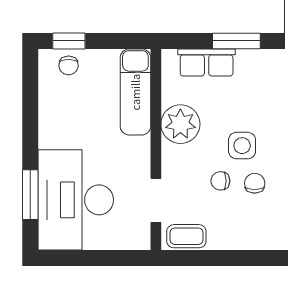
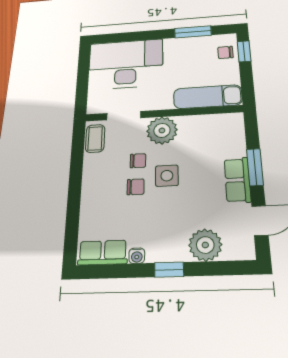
row of seats: (207, 62) -> (237, 180), moved
plant: (180, 124) -> (162, 130), moved
chair: (220, 181) -> (138, 161), turned 90
window: (30, 195) -> (193, 32), moved

